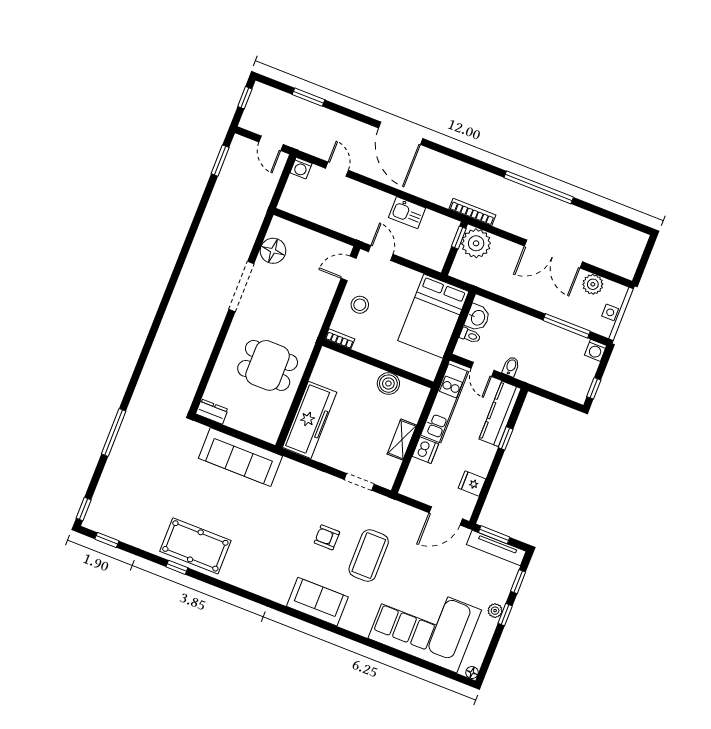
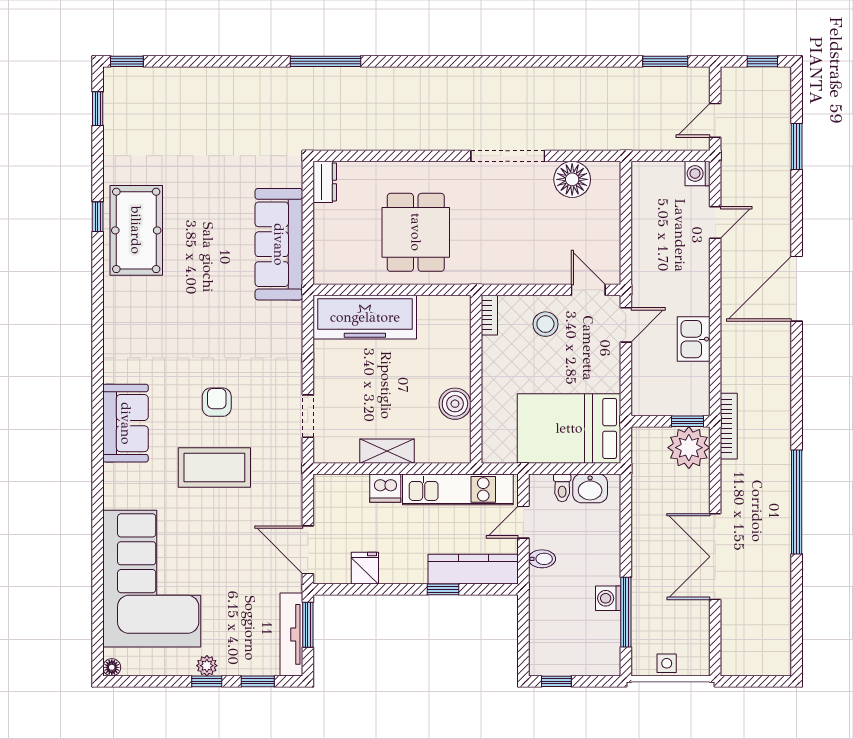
plant: (593, 284) -> (695, 625), removed
washing machine: (596, 350) -> (608, 598), moved
window: (114, 433) -> (325, 61), moved

